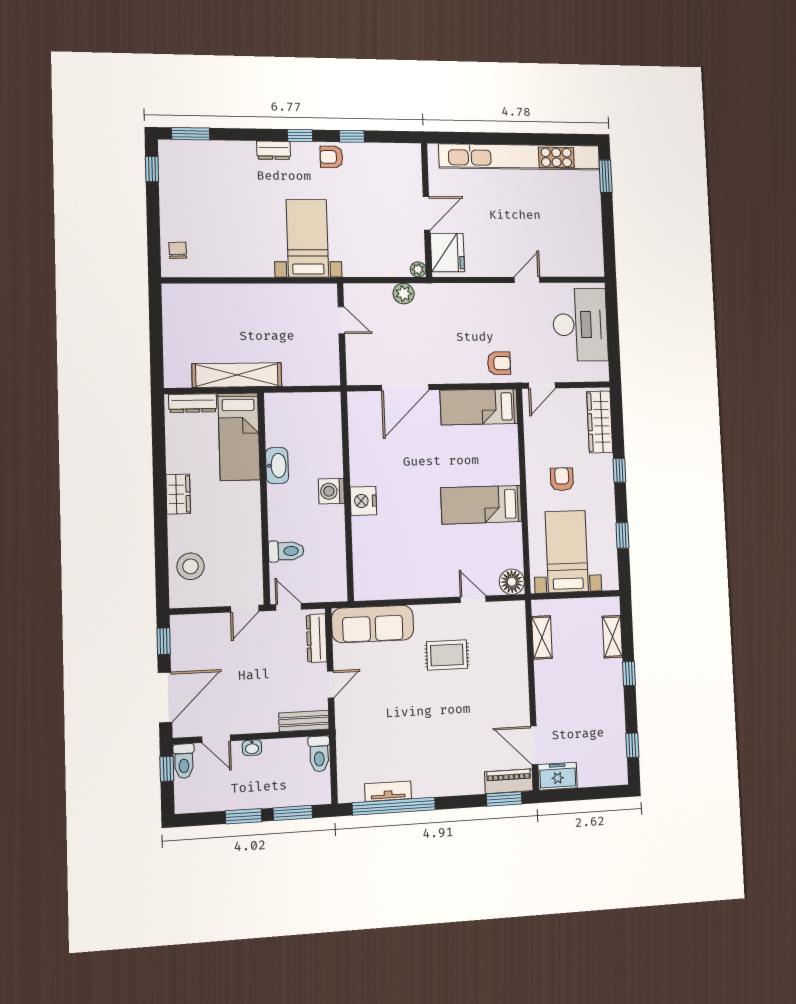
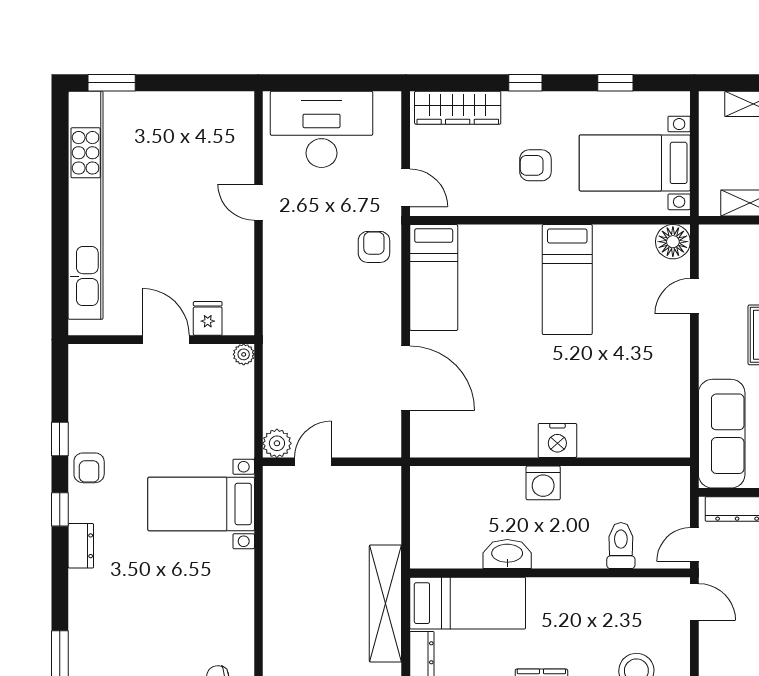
fridge: (447, 253) -> (208, 318), width x0.53, depth x0.75
plant: (404, 294) -> (277, 443), moved

